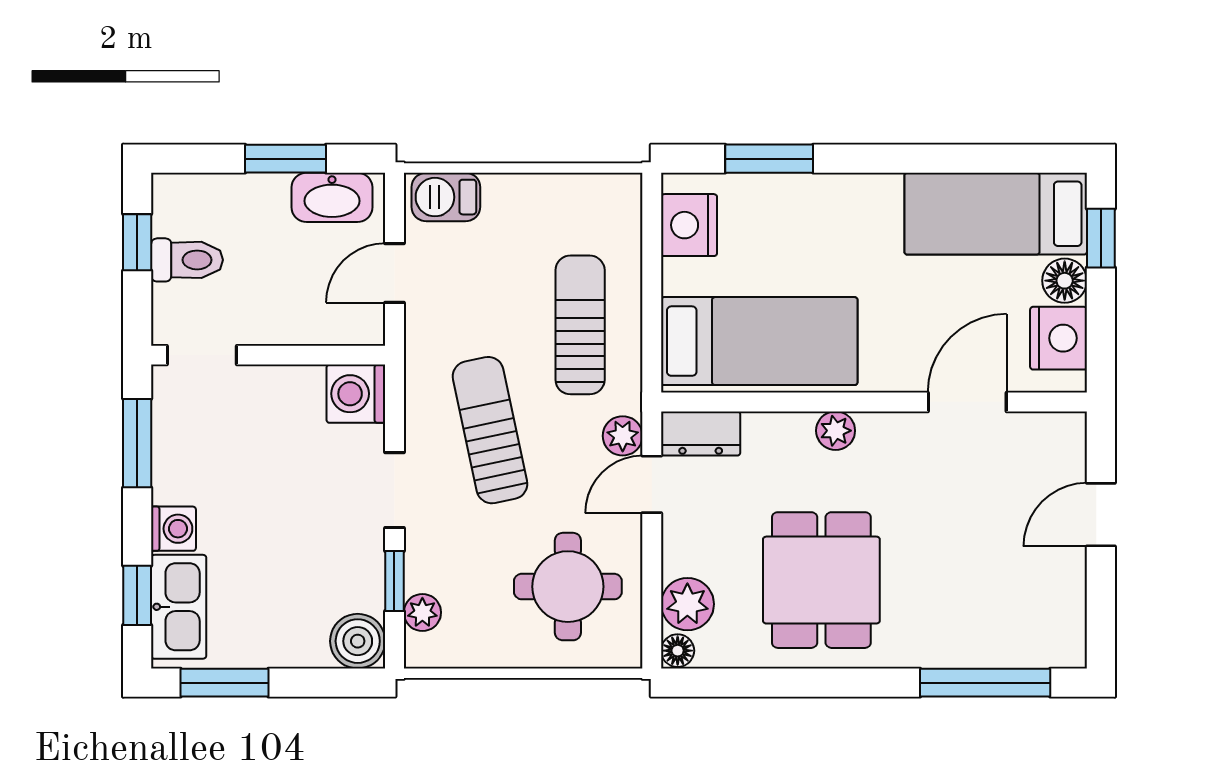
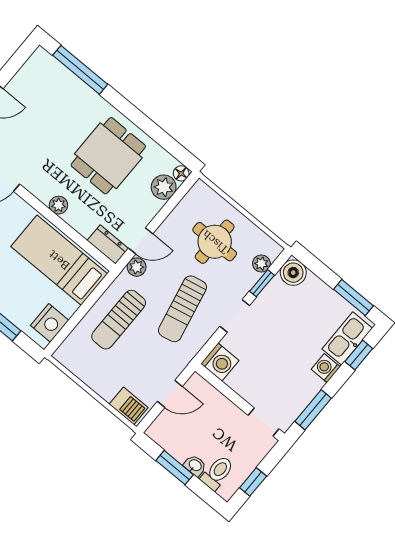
washbasin: (332, 197) -> (195, 466), moved, width x0.52, depth x0.69
toilet: (187, 260) -> (217, 473), moved, turned 90
round table: (568, 587) -> (215, 242), moved

